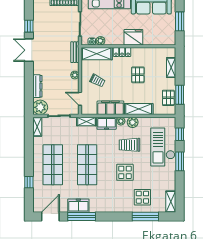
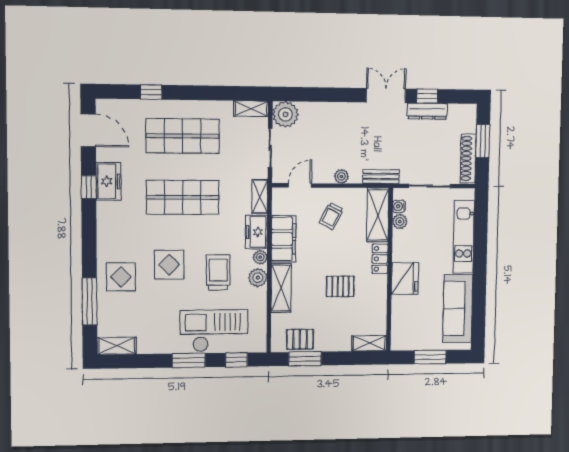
shelving: (171, 68) -> (369, 343), moved
dresser: (37, 86) -> (427, 111), moved
display table: (142, 197) -> (121, 277), moved
window: (82, 216) -> (89, 187), width x0.46

